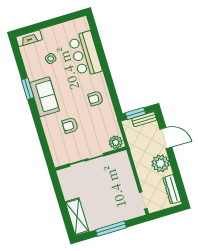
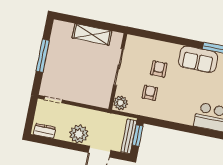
armchair: (96, 99) -> (150, 93), moved
bench: (144, 119) -> (129, 136), width x1.36
dresser: (172, 189) -> (45, 131), width x0.70
shelving: (77, 217) -> (92, 34), moved

